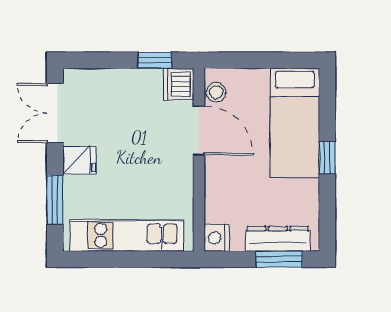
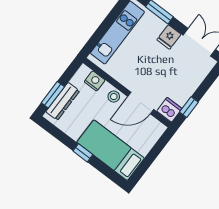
stool: (216, 92) -> (114, 97), moved
nightstand: (217, 238) -> (95, 81), moved

